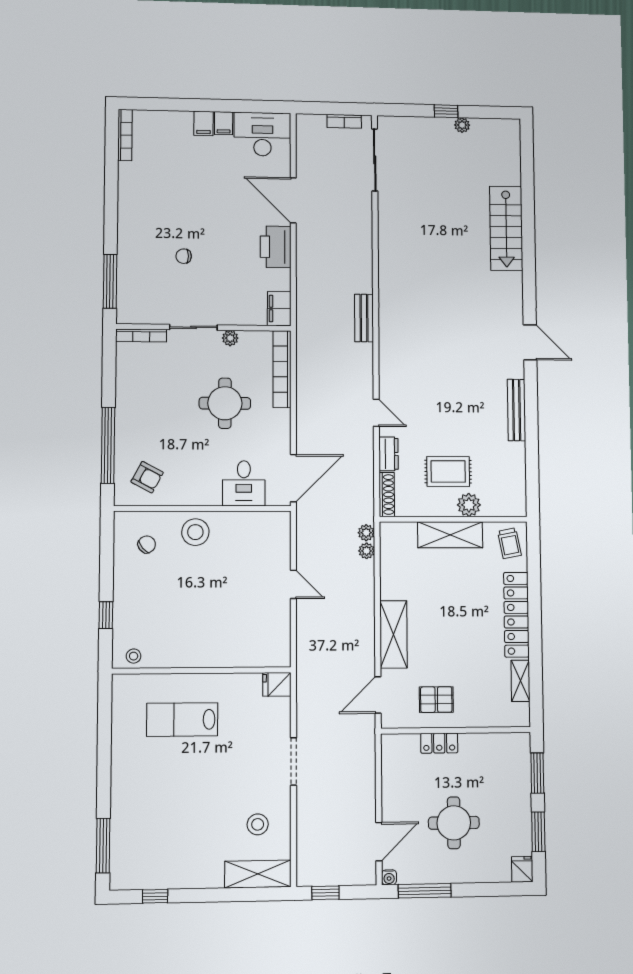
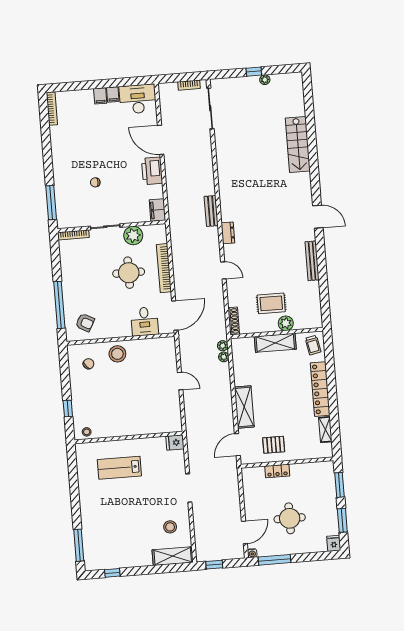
plant: (230, 338) -> (133, 236), width x1.88, depth x1.88
bookcase: (282, 369) -> (164, 268), moved
dresser: (389, 454) -> (228, 233), moved

